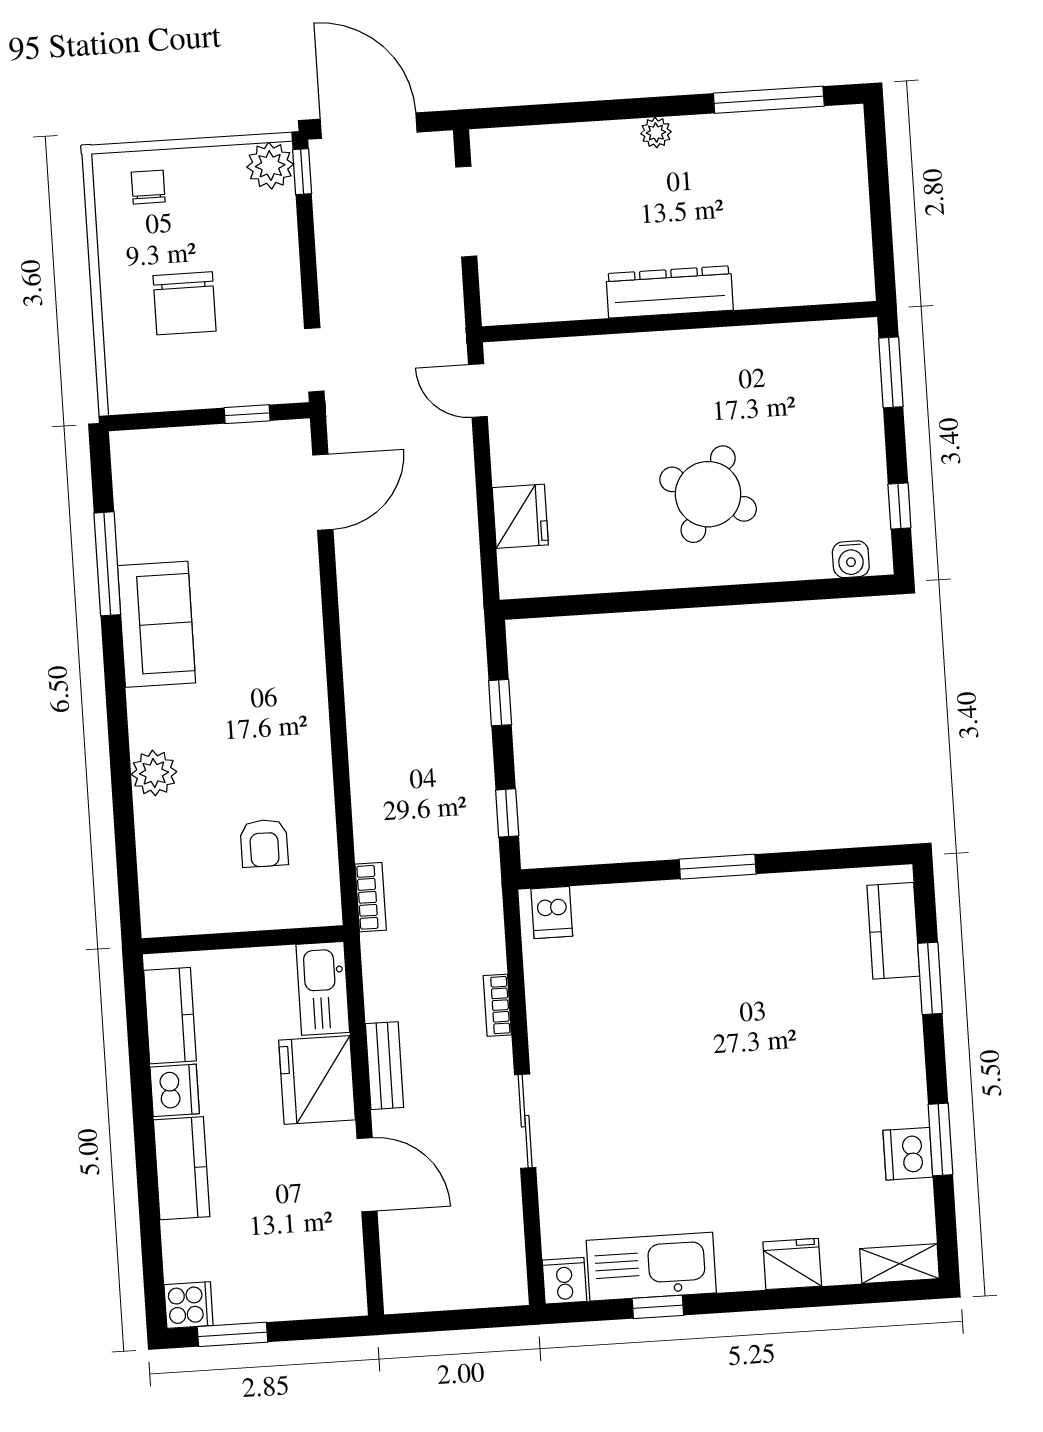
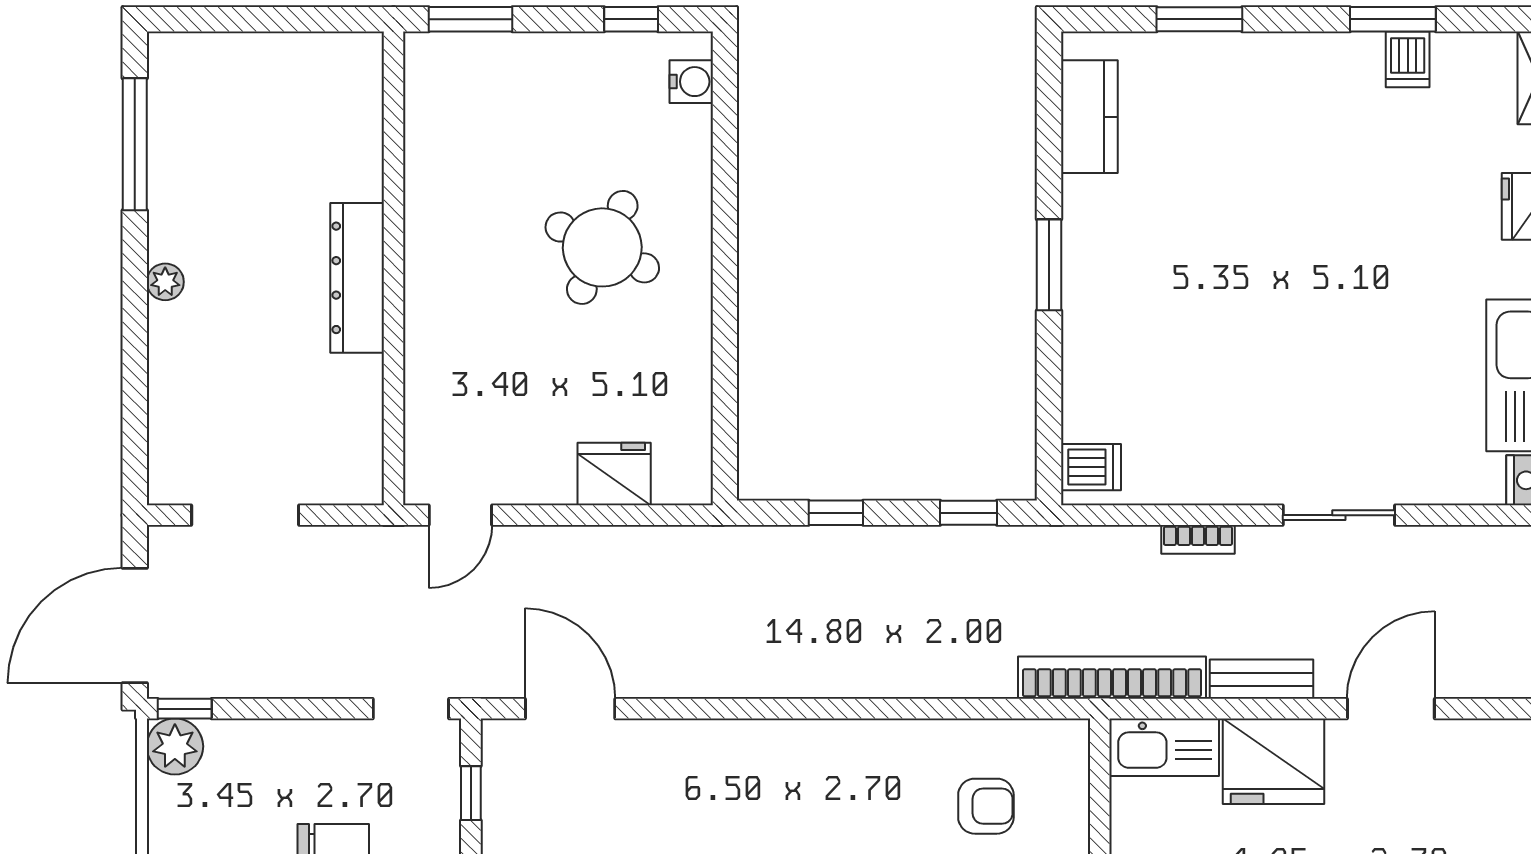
bookcase: (371, 897) -> (1112, 678), width x2.31, depth x1.31
kitchen counter: (893, 931) -> (1089, 117), moved, turned -90
dishwasher: (908, 1154) -> (1408, 59), width x0.73

